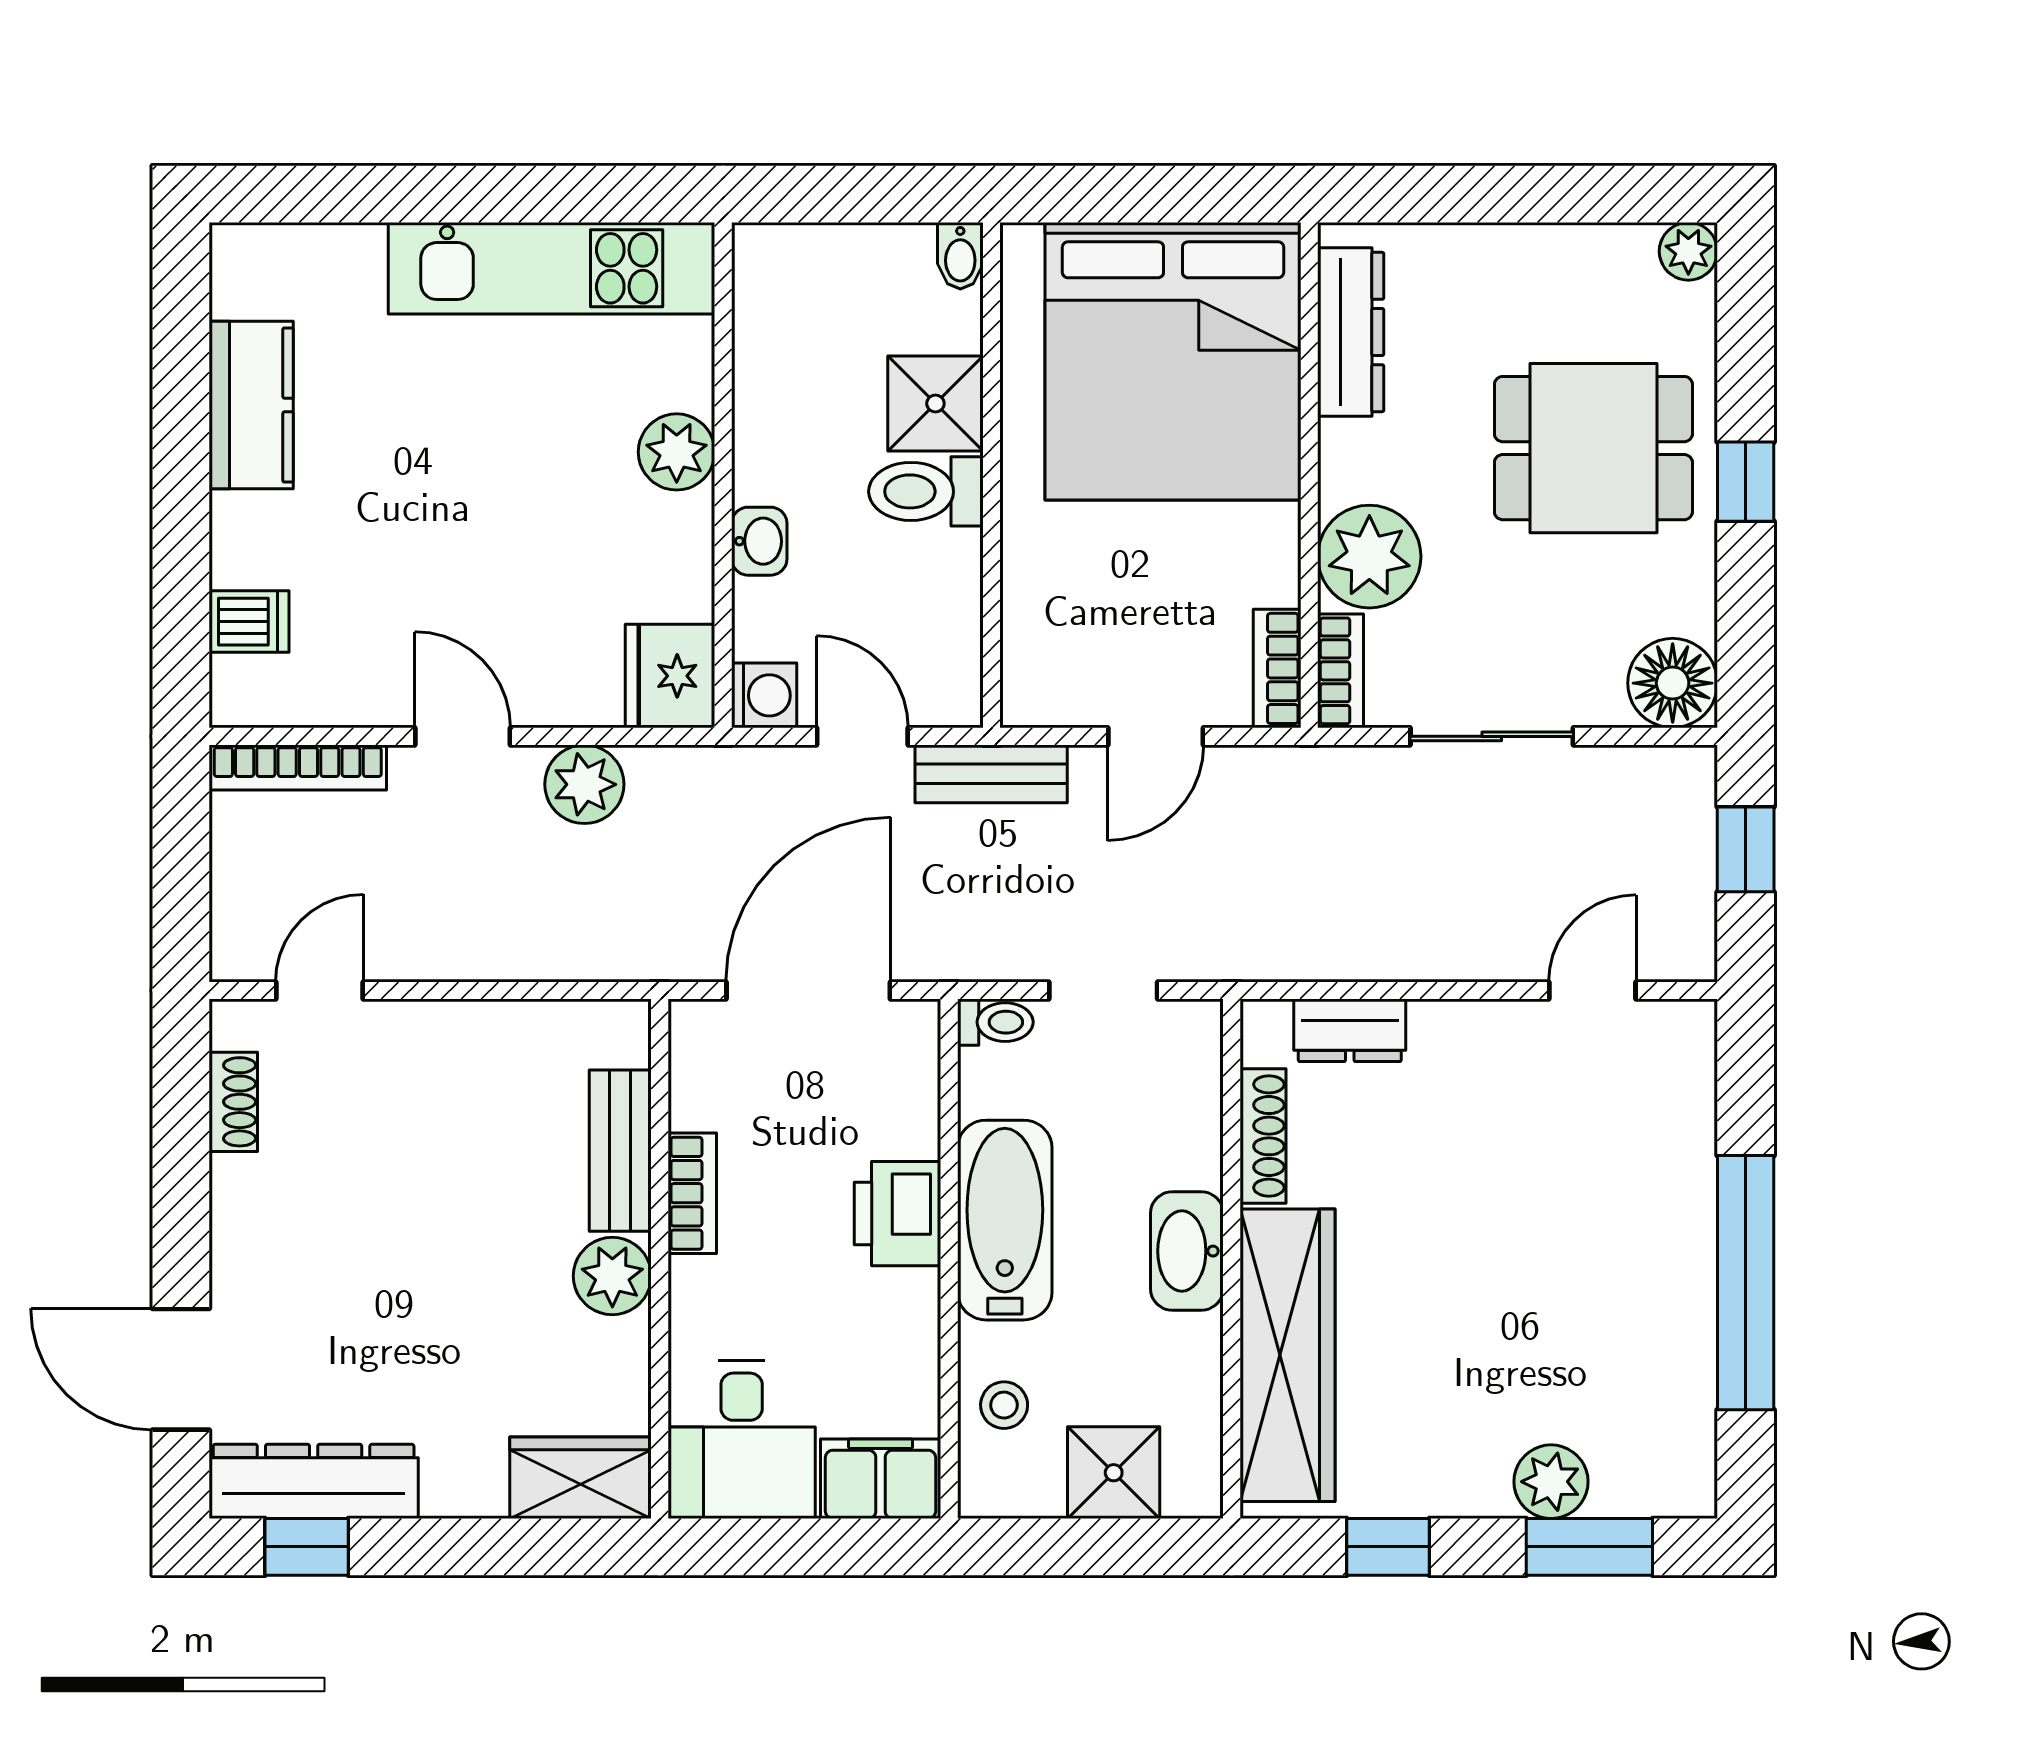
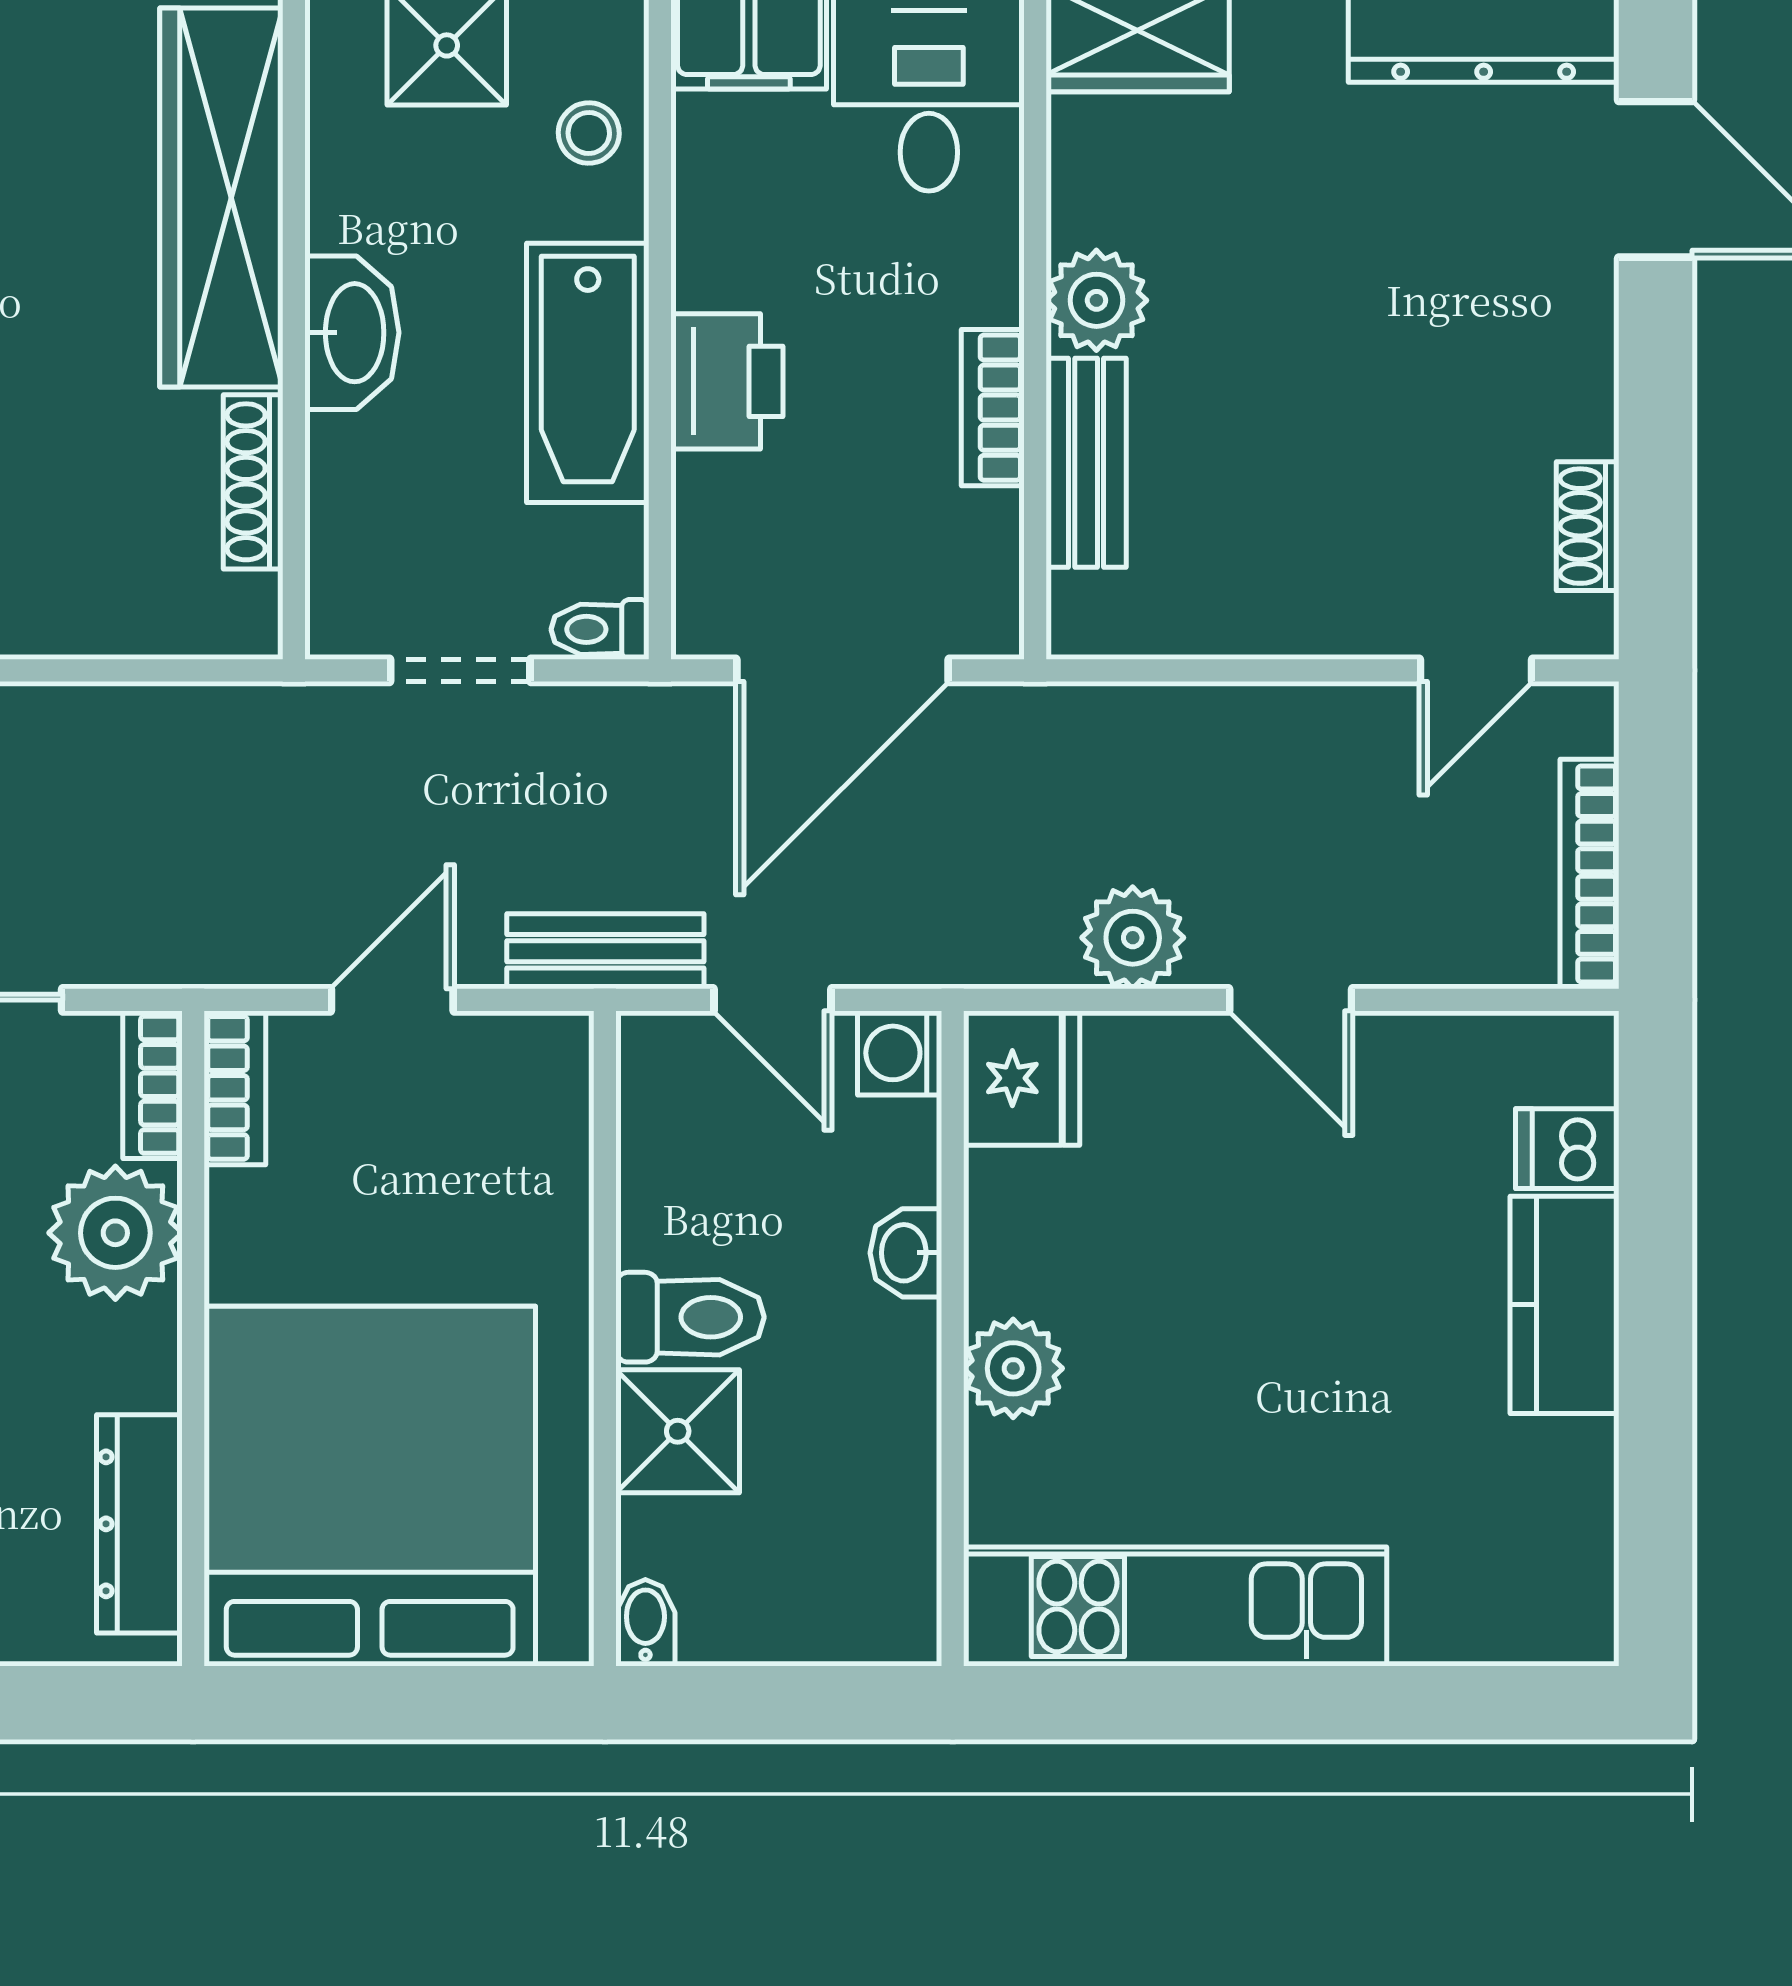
kitchen counter: (251, 405) -> (1565, 1305), moved
bookcase: (298, 767) -> (1590, 874), moved, turned -90
dresser: (1350, 1030) -> (141, 619), removed

